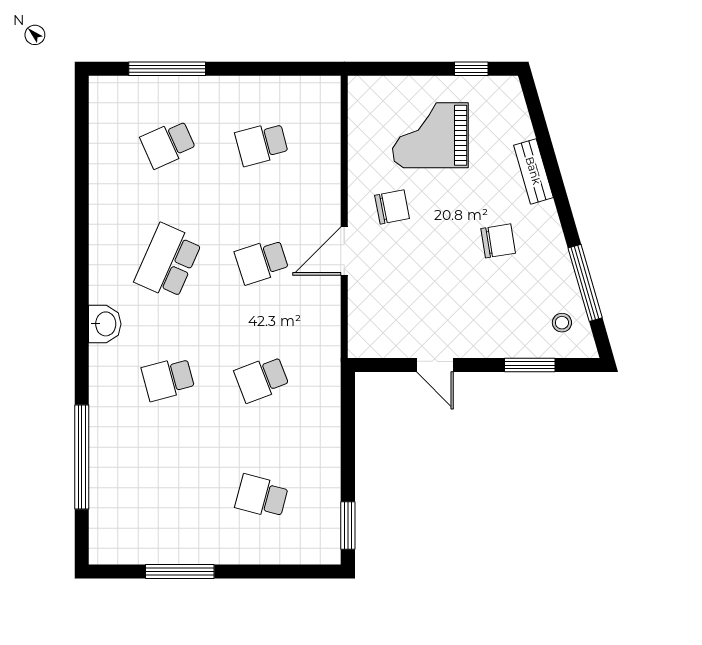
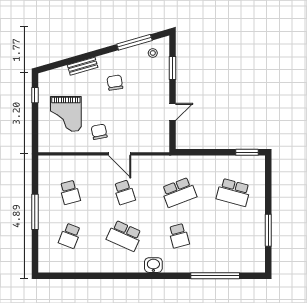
window: (167, 69) -> (35, 212), moved
school desk: (168, 144) -> (70, 236), turned 45
school desk: (262, 379) -> (179, 192), width x1.85
school desk: (262, 496) -> (233, 192), width x1.85

